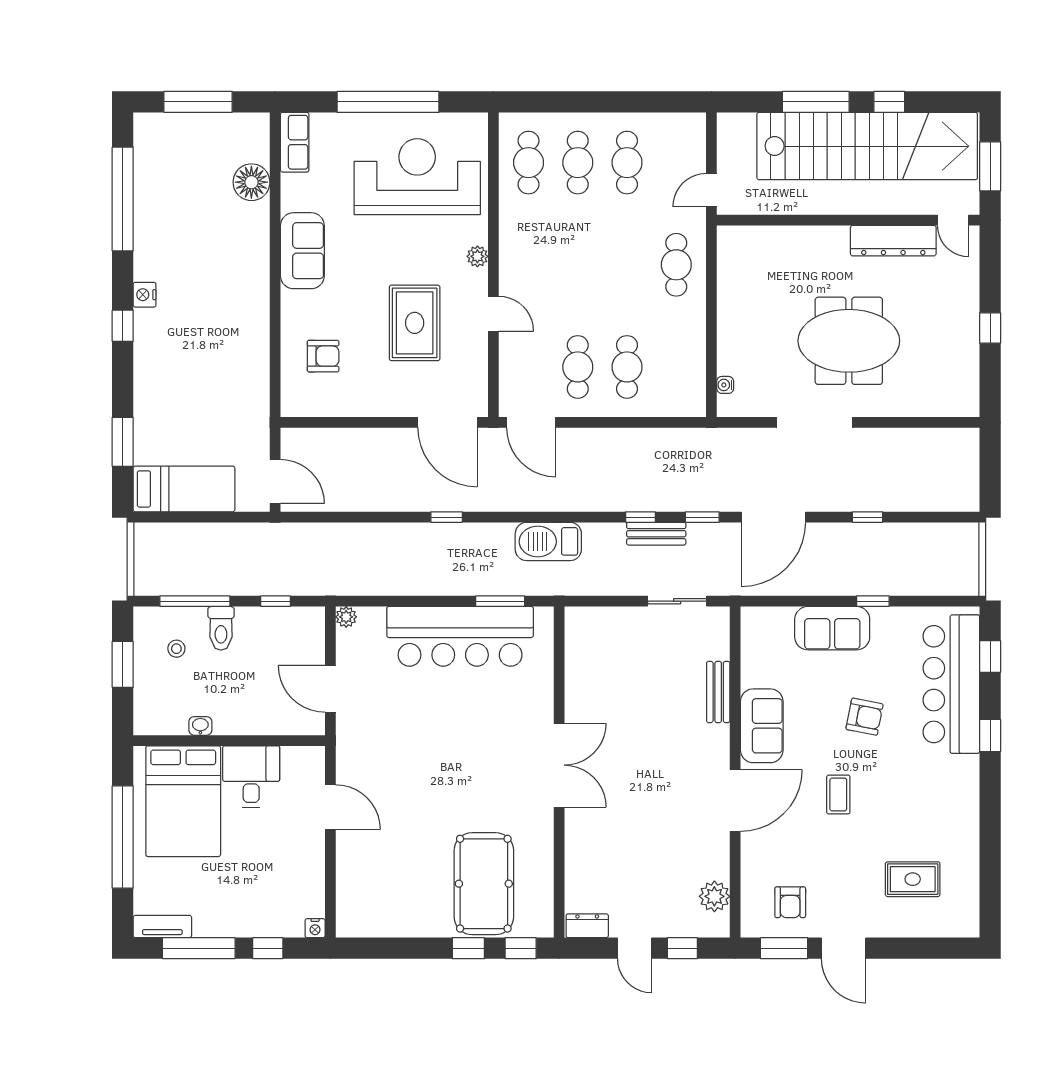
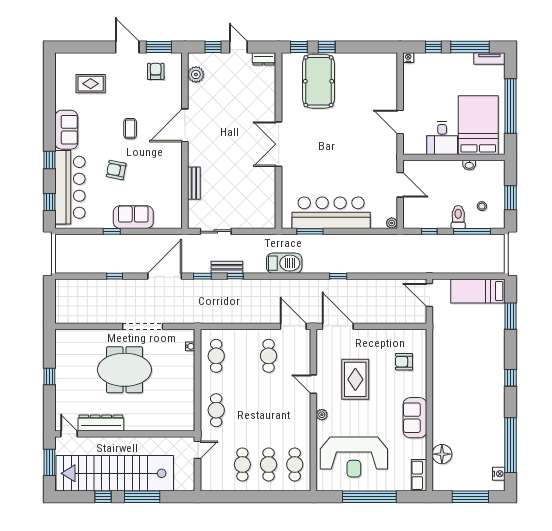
nightstand: (145, 295) -> (499, 474), moved
cafe table: (627, 367) -> (216, 356), moved
sofa: (762, 726) -> (66, 130), moved, turned 180

